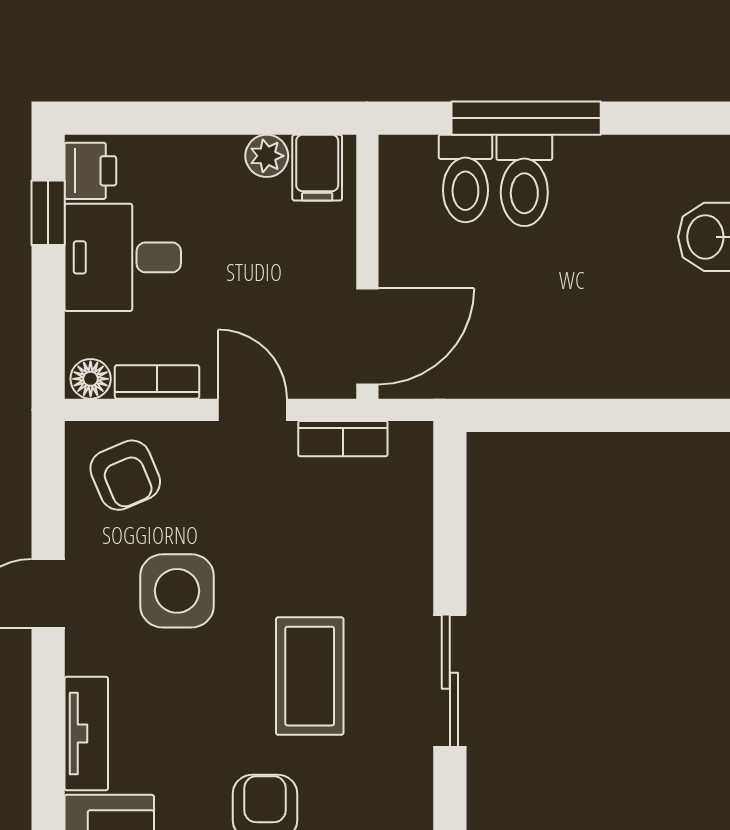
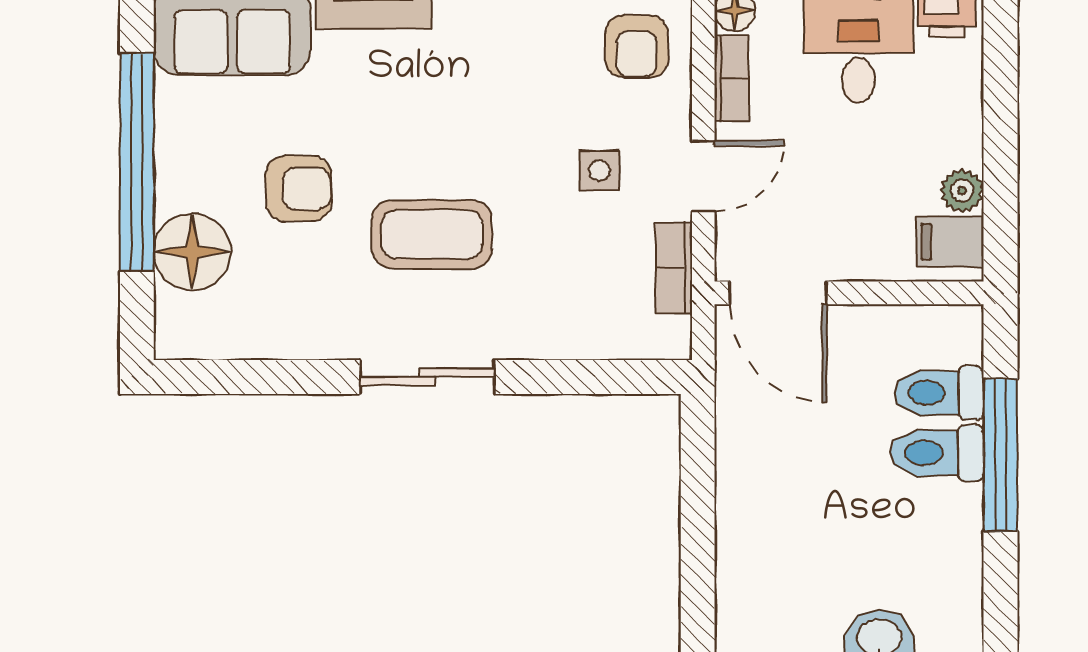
armchair: (125, 475) -> (637, 46), turned -67
side table: (177, 591) -> (599, 171), moved, width x0.54, depth x0.54

